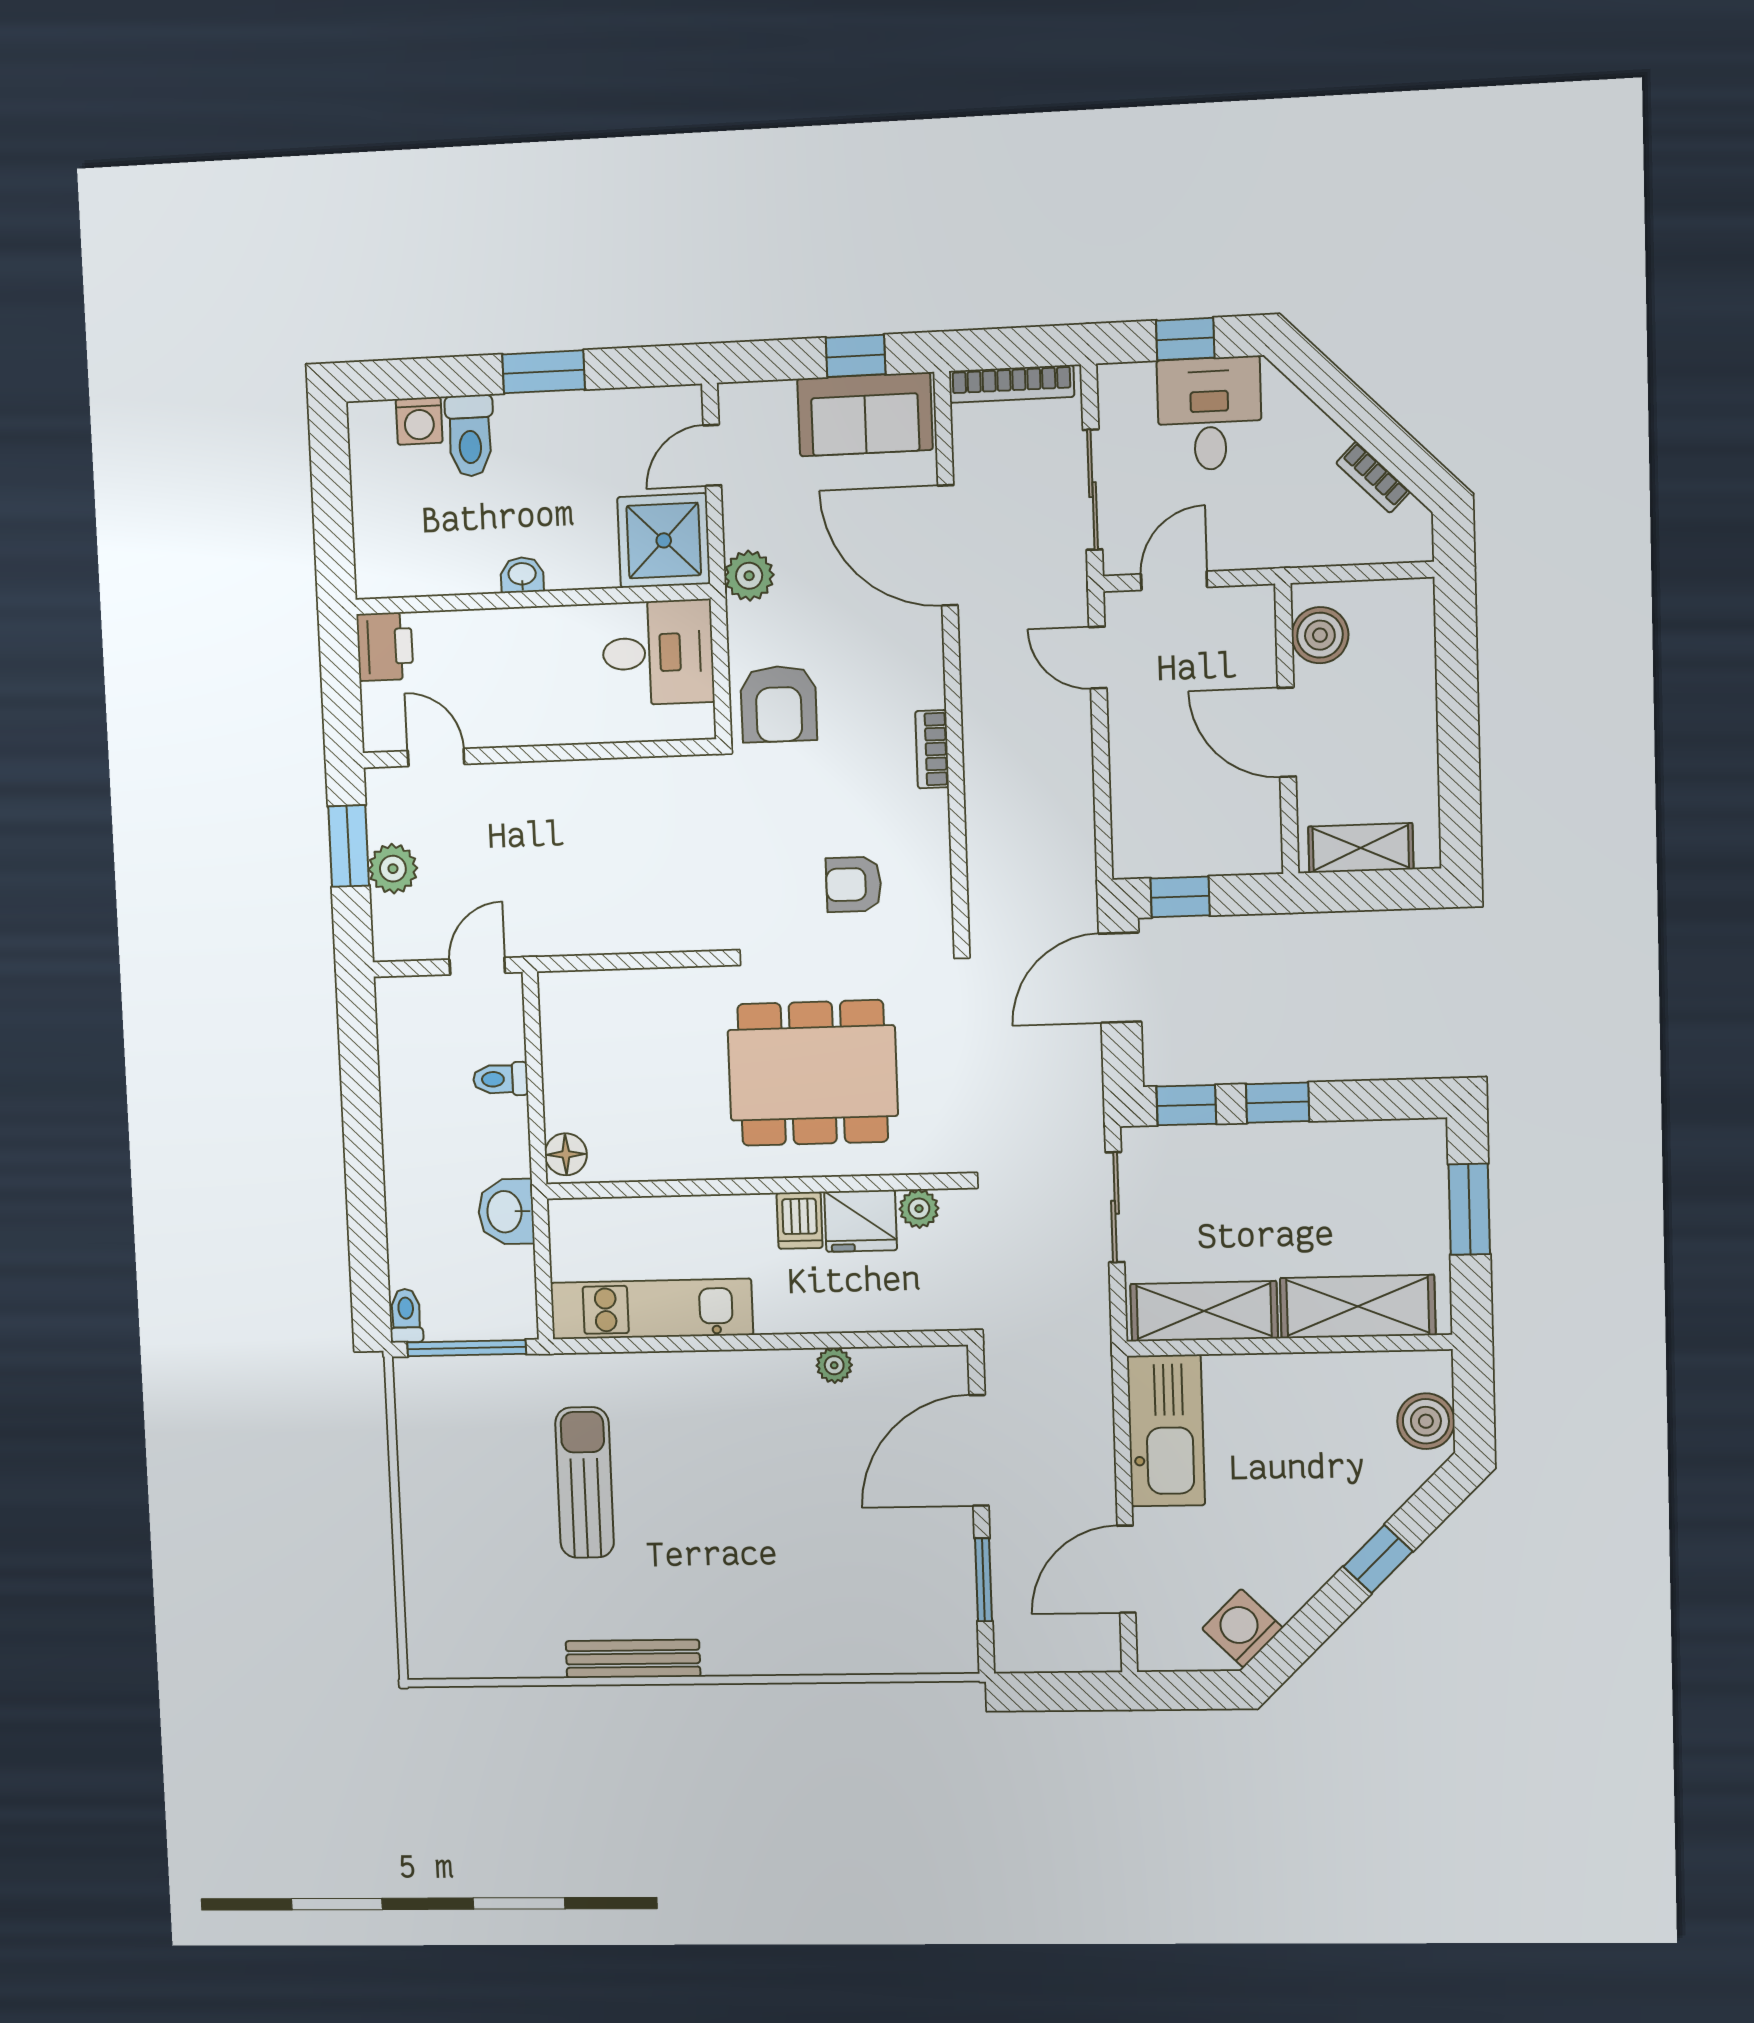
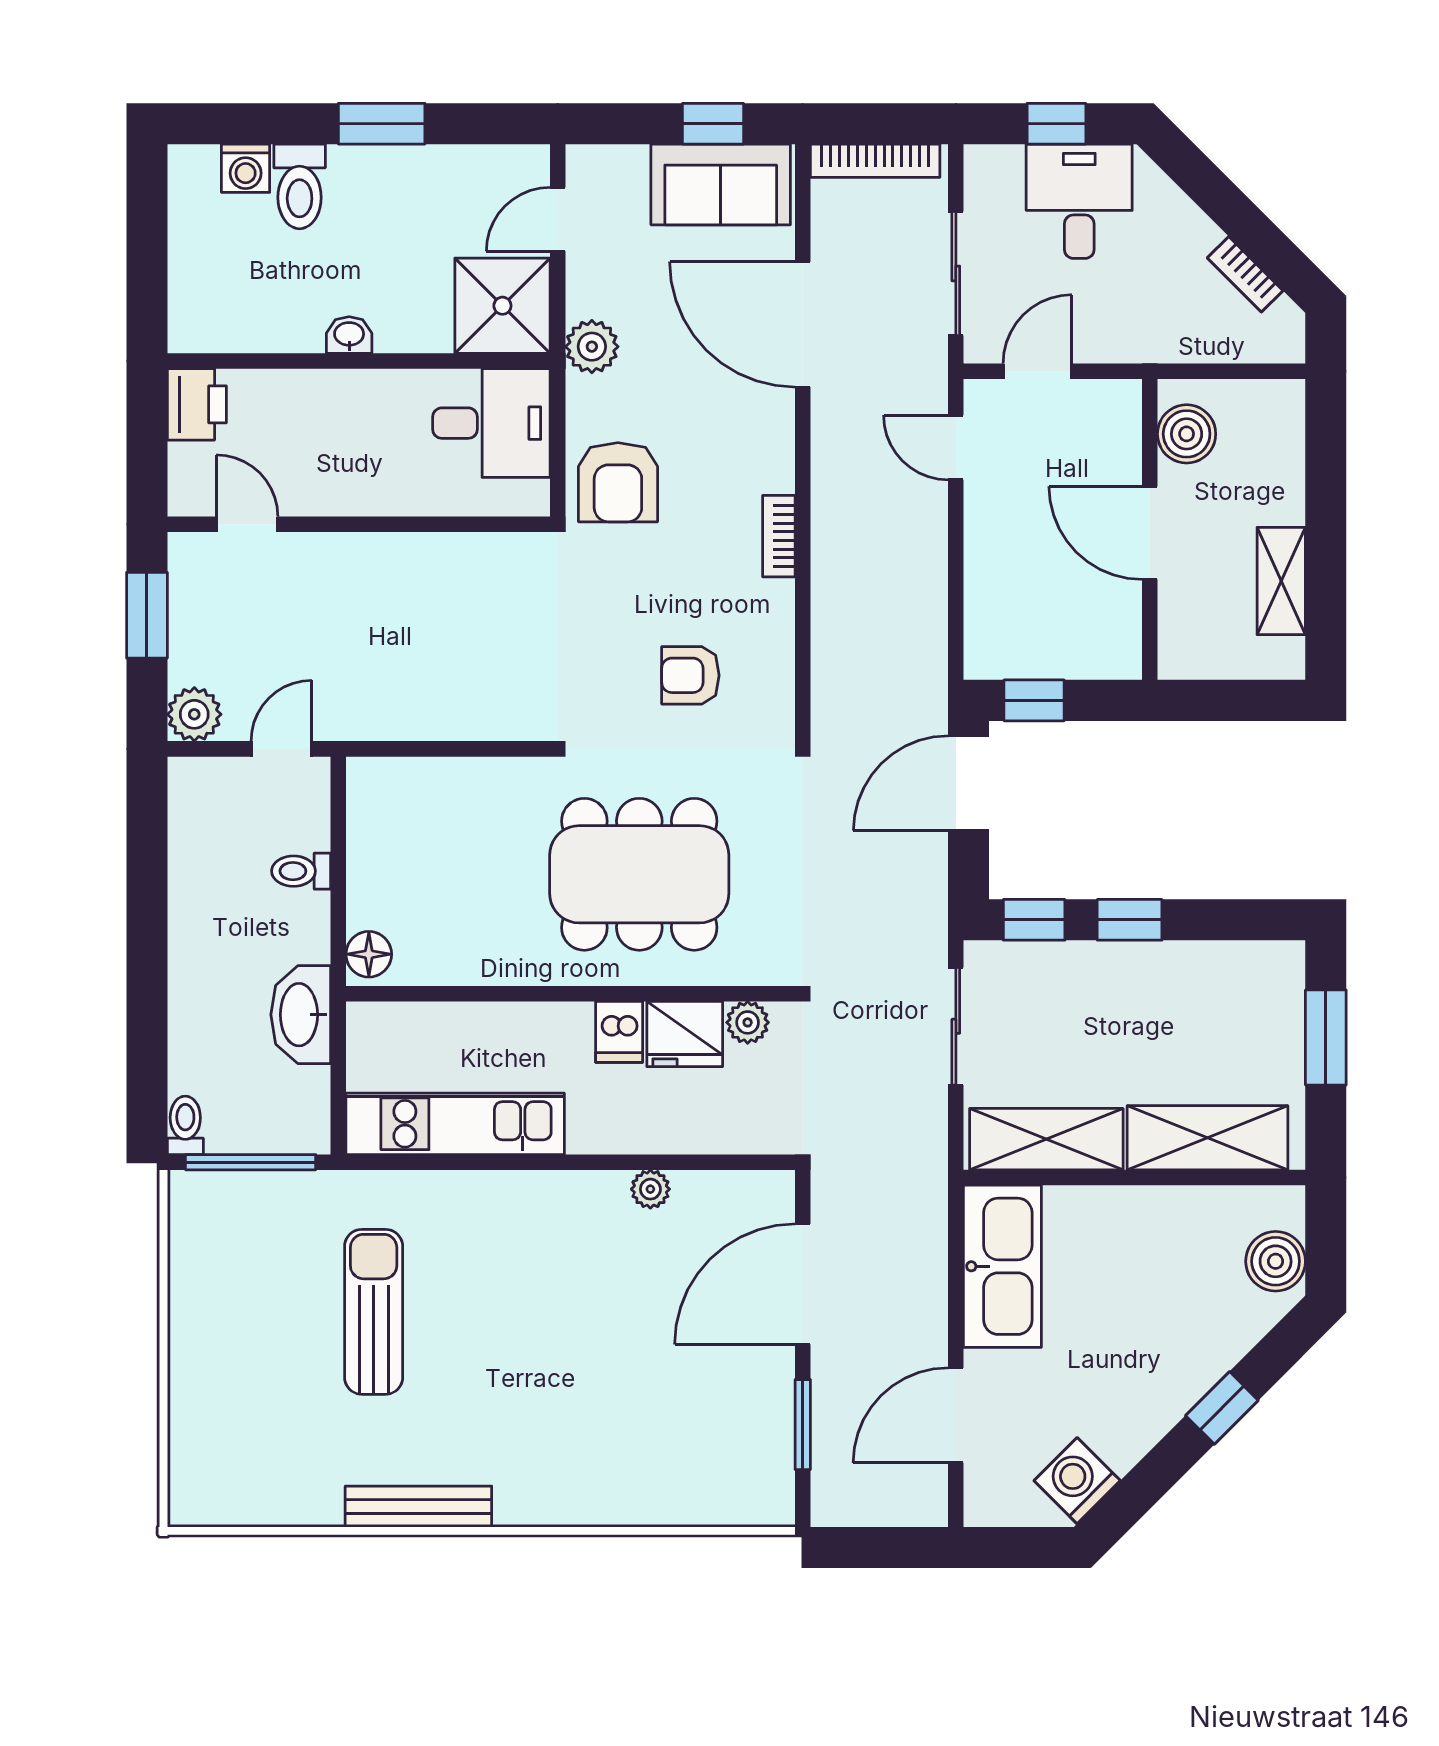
shelving: (1361, 848) -> (1281, 581), moved, turned 90
plant: (393, 869) -> (194, 714), moved
washbasin: (506, 1212) -> (301, 1015), width x1.38

